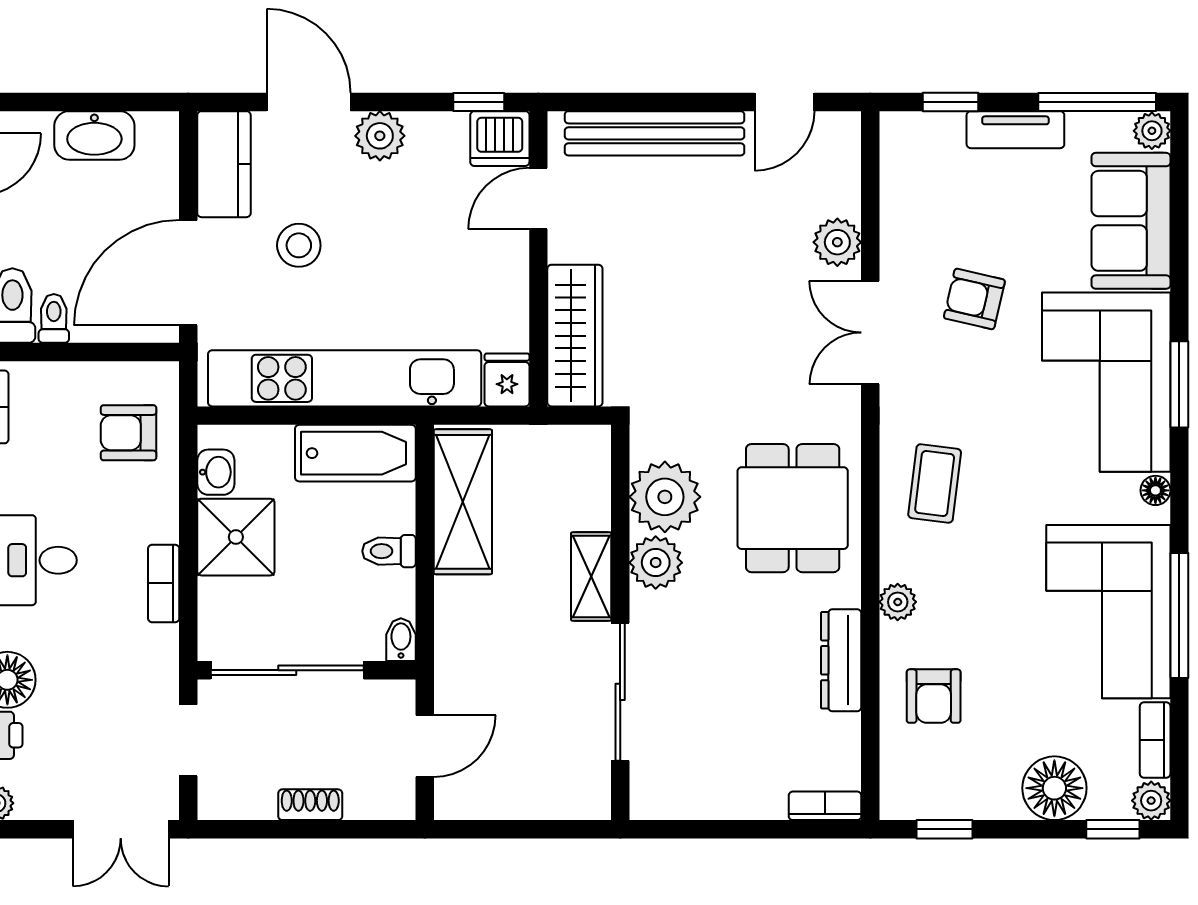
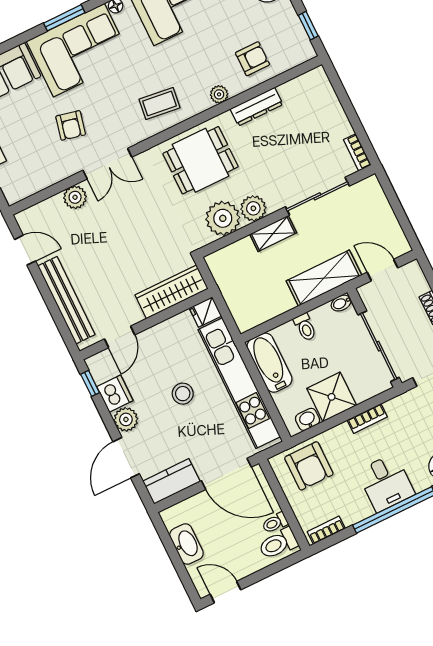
dishwasher: (500, 139) -> (115, 394), moved
door: (538, 199) -> (120, 337), hinge flipped
stool: (299, 245) -> (183, 394), moved
armchair: (129, 433) -> (309, 466), width x1.38, depth x1.38
shelving: (463, 502) -> (324, 278), moved
bookcase: (825, 806) -> (357, 152), moved

